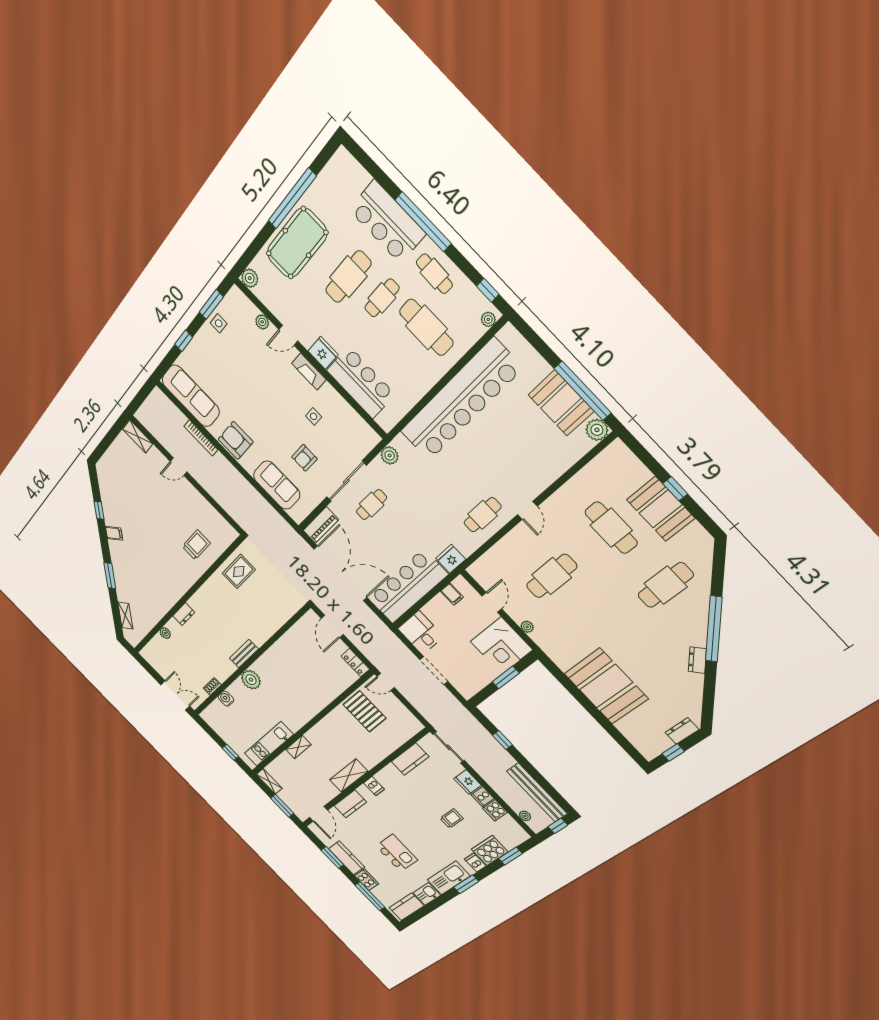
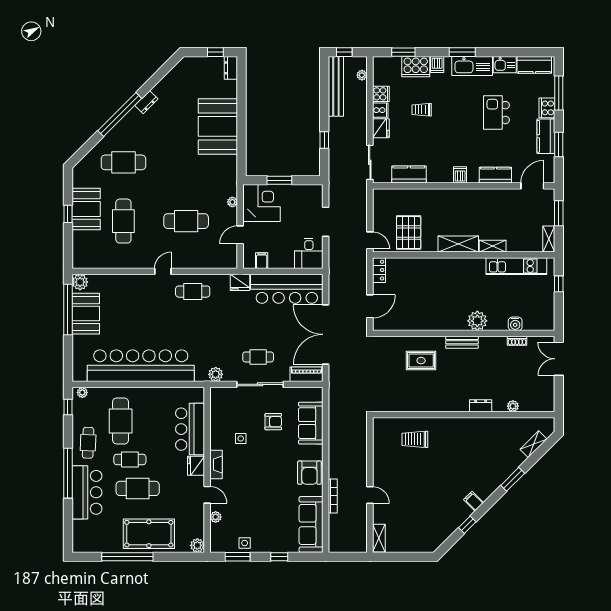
rug: (239, 572) -> (421, 361), moved
dresser: (682, 731) -> (231, 68), moved, turned 90
shelving: (349, 776) -> (458, 244), moved

